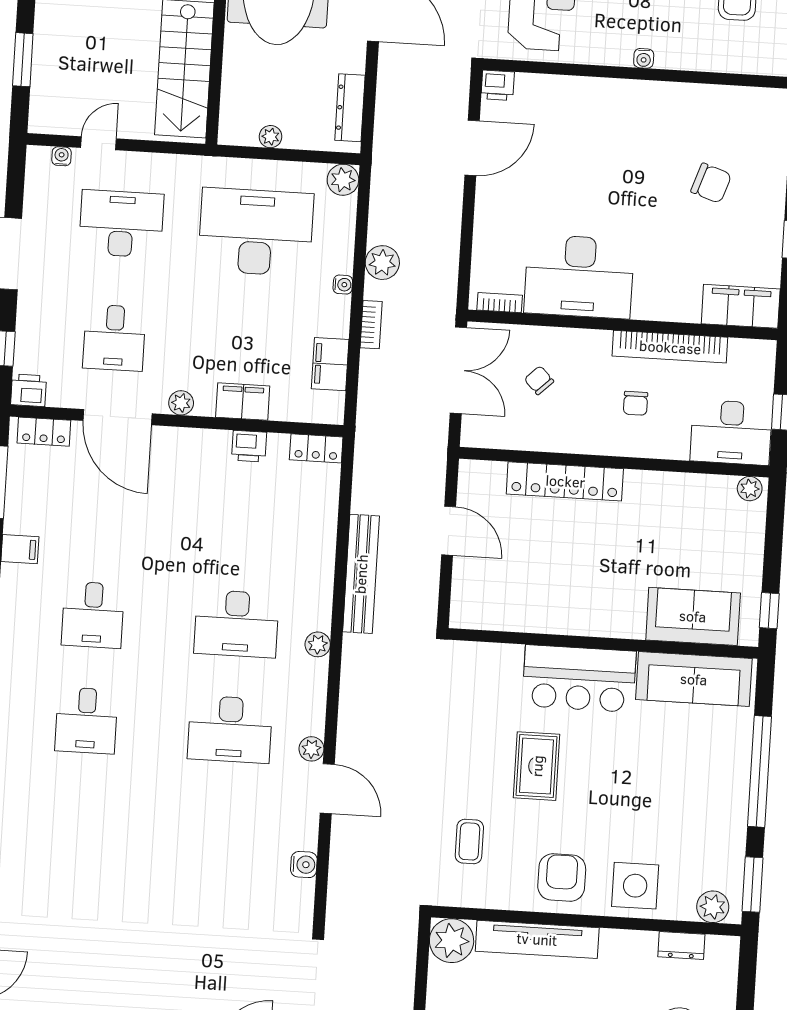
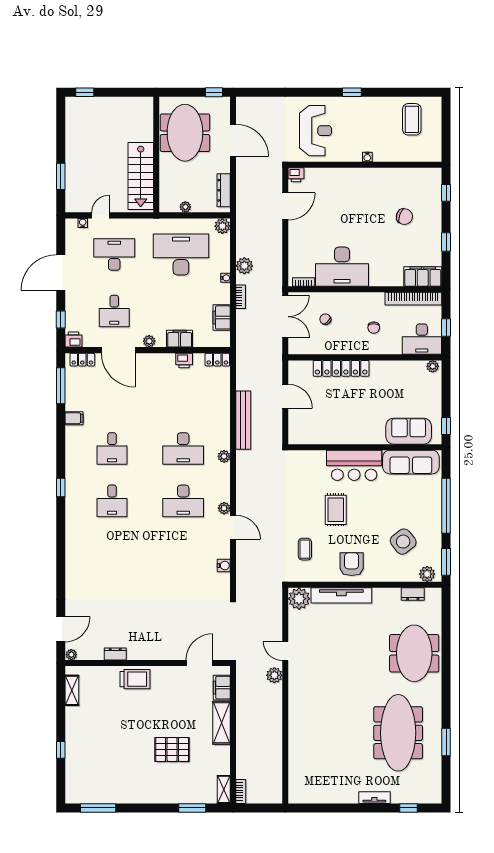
bookcase: (670, 347) -> (413, 299), moved
side table: (635, 886) -> (403, 542), moved, turned -38

